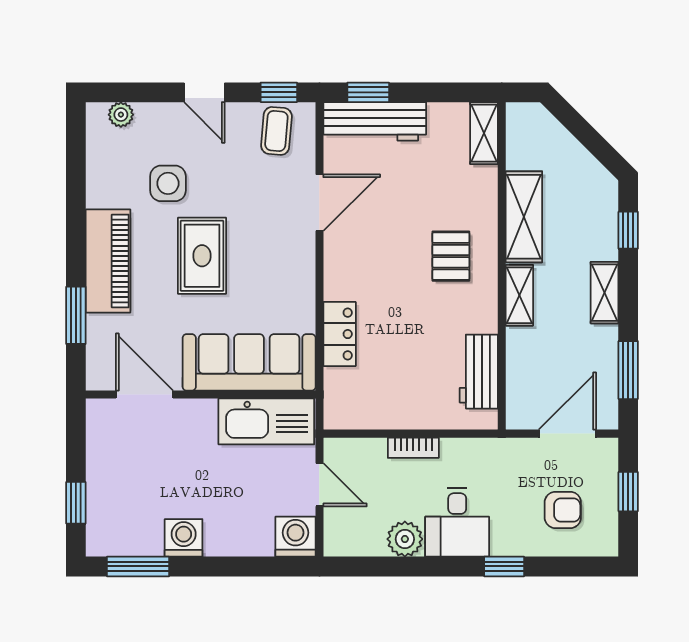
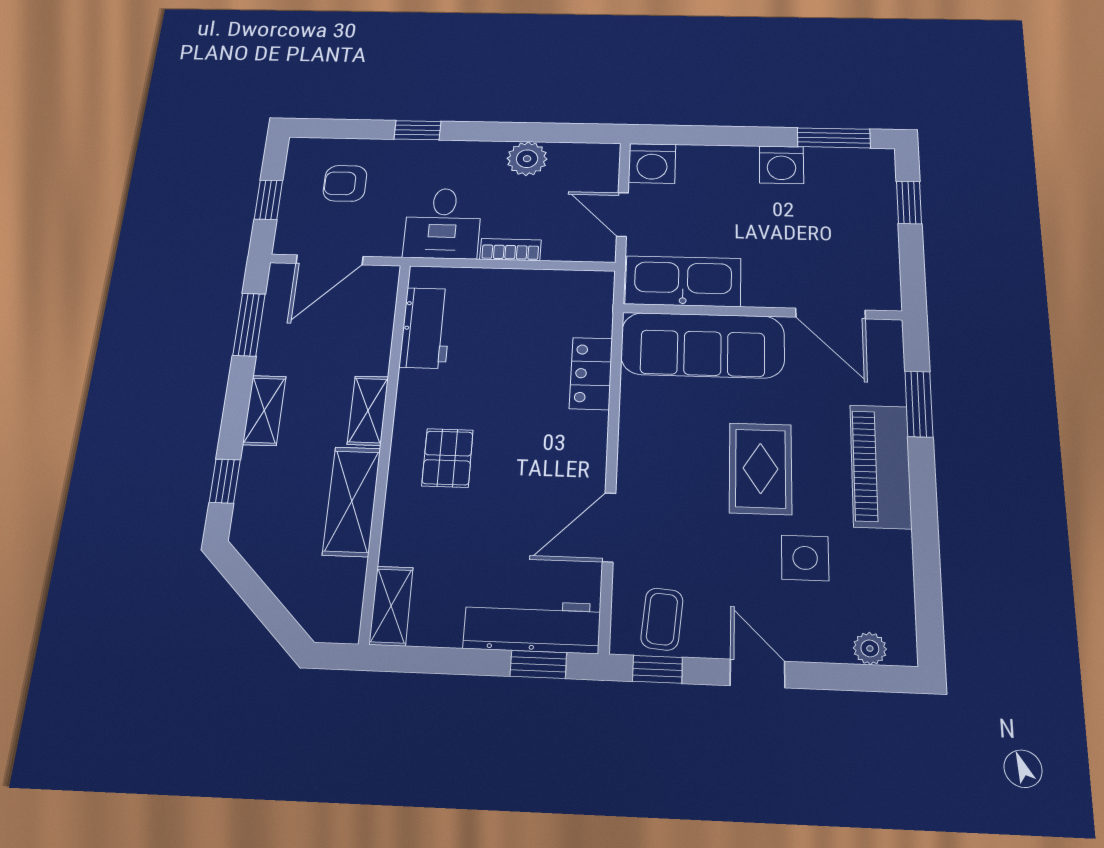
desk: (457, 522) -> (443, 223), moved, turned 180

